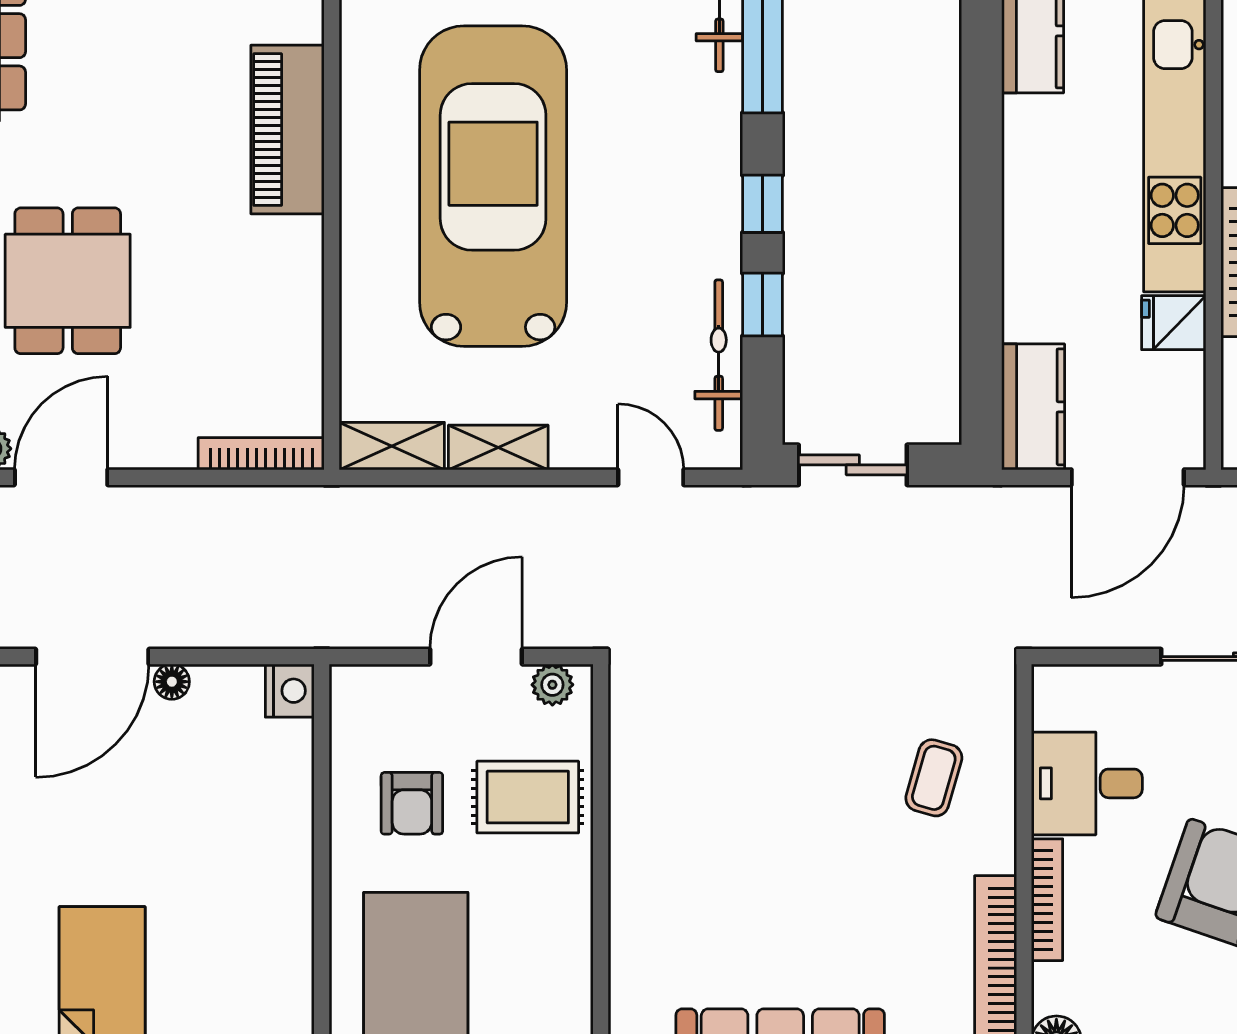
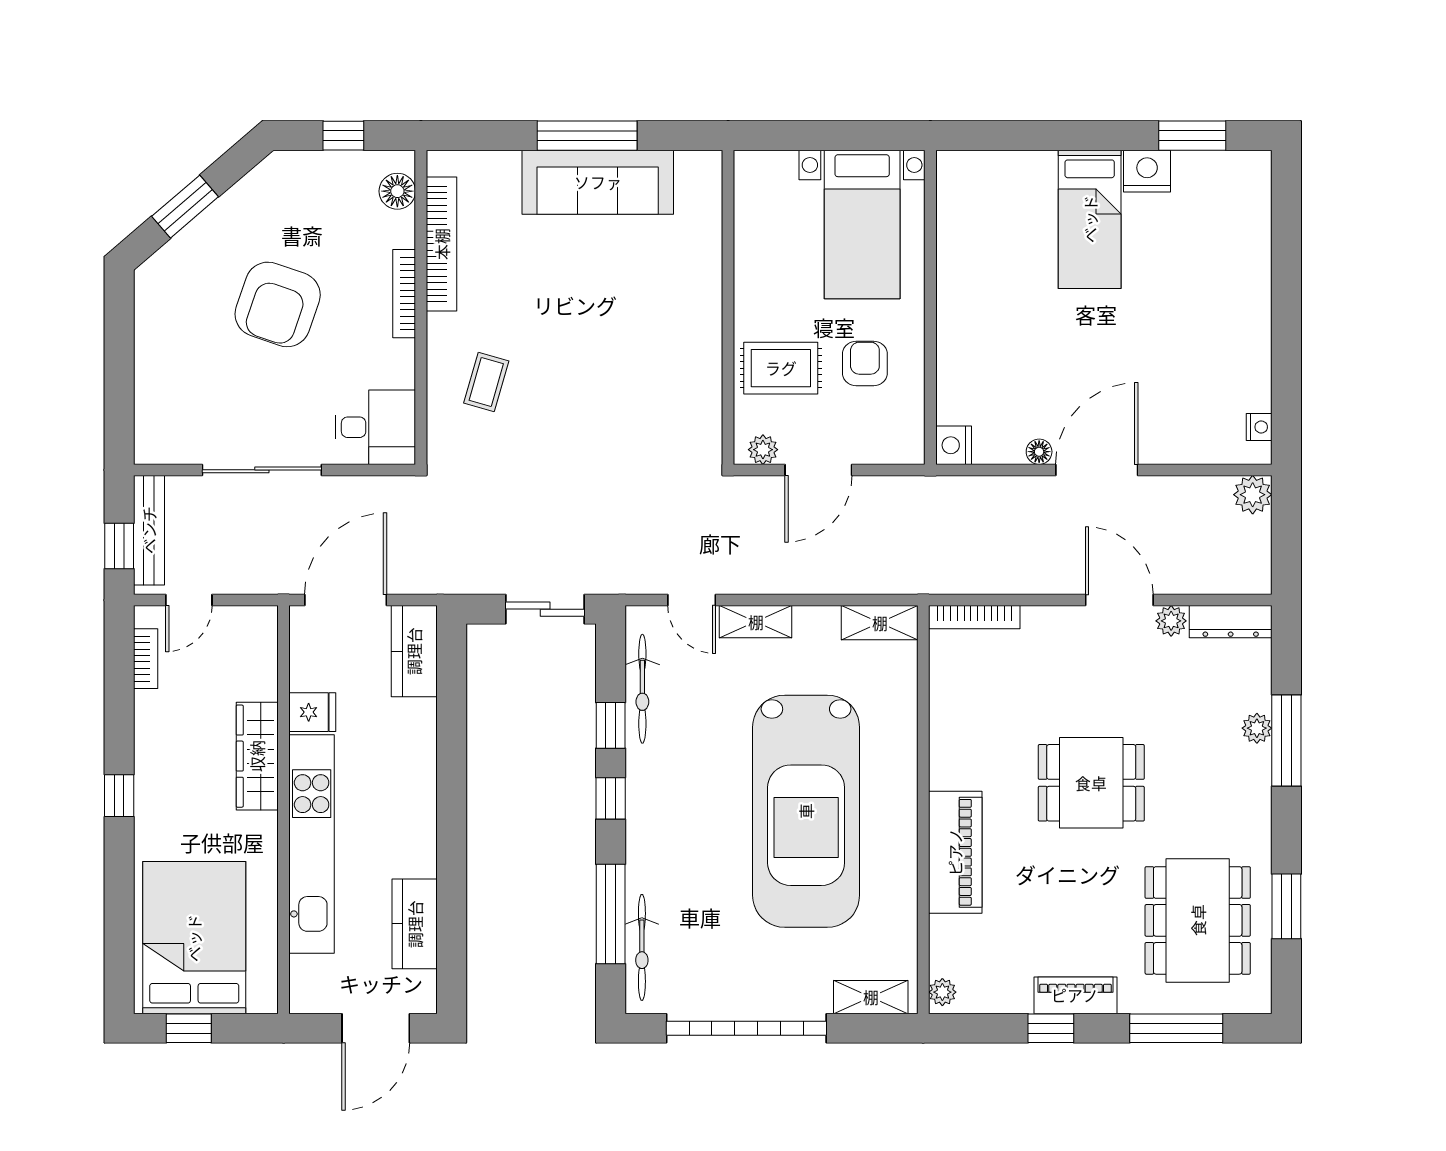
dining table: (68, 281) -> (1091, 783), moved, turned 90
shelving: (498, 447) -> (756, 622), moved
door: (61, 477) -> (1119, 600), swing flipped
desk: (1087, 783) -> (375, 427), moved

